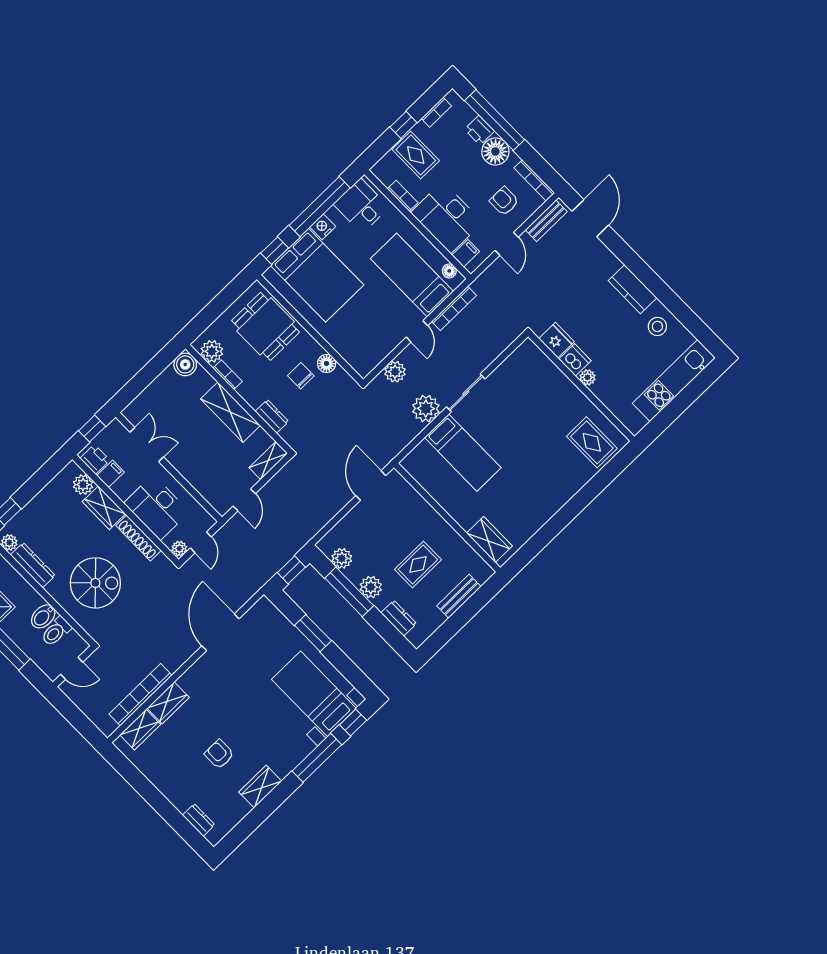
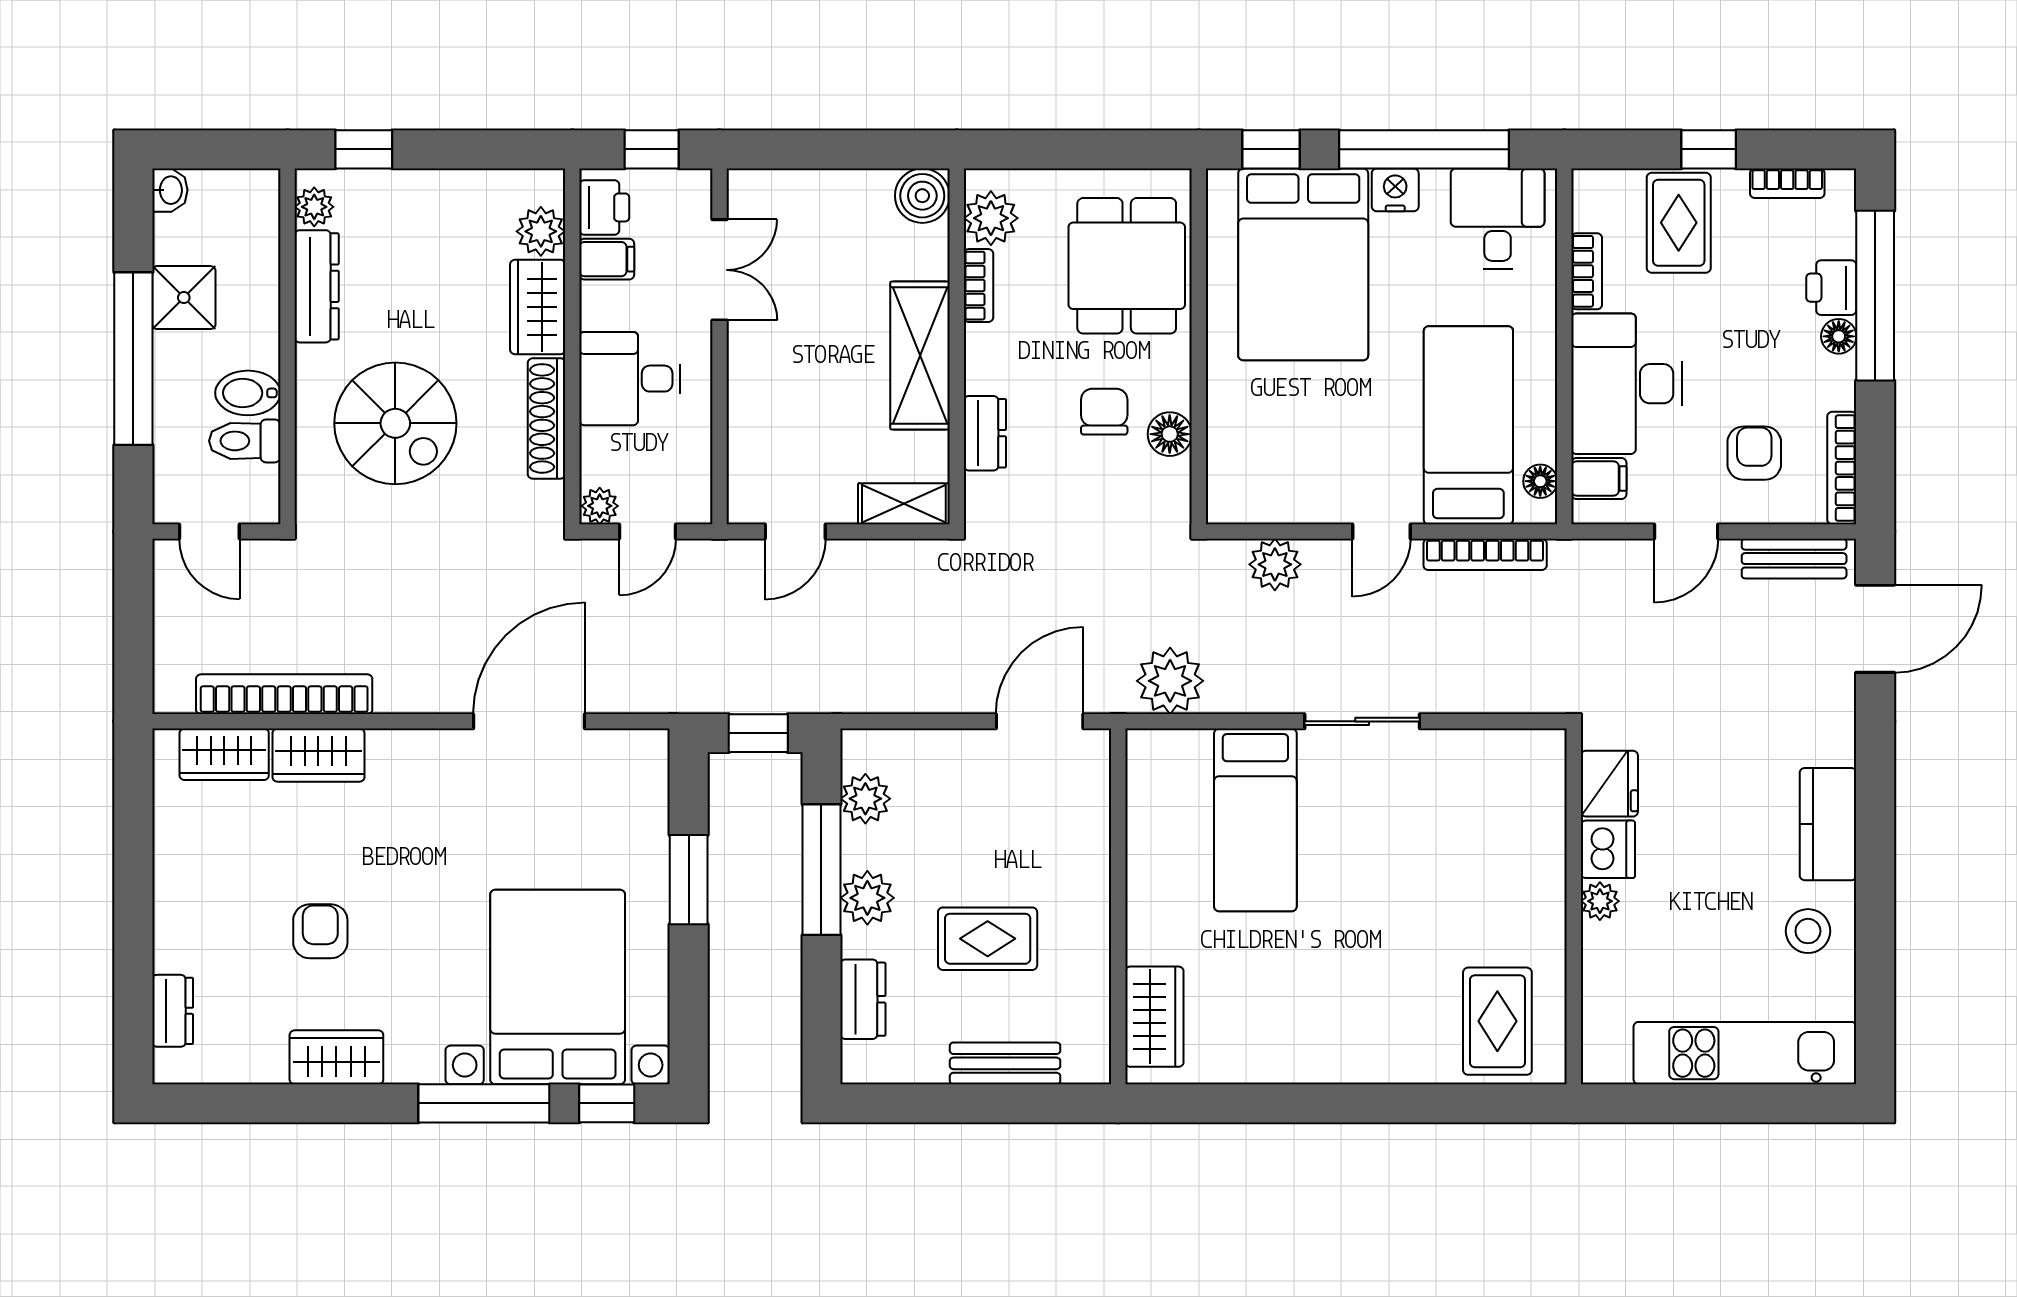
floor lamp: (495, 151) -> (1839, 336), width x0.53, depth x0.53
plant: (426, 409) -> (1170, 681), moved
desk: (157, 507) -> (630, 379), width x0.73
bed with nightstands: (314, 694) -> (558, 987), width x1.36

